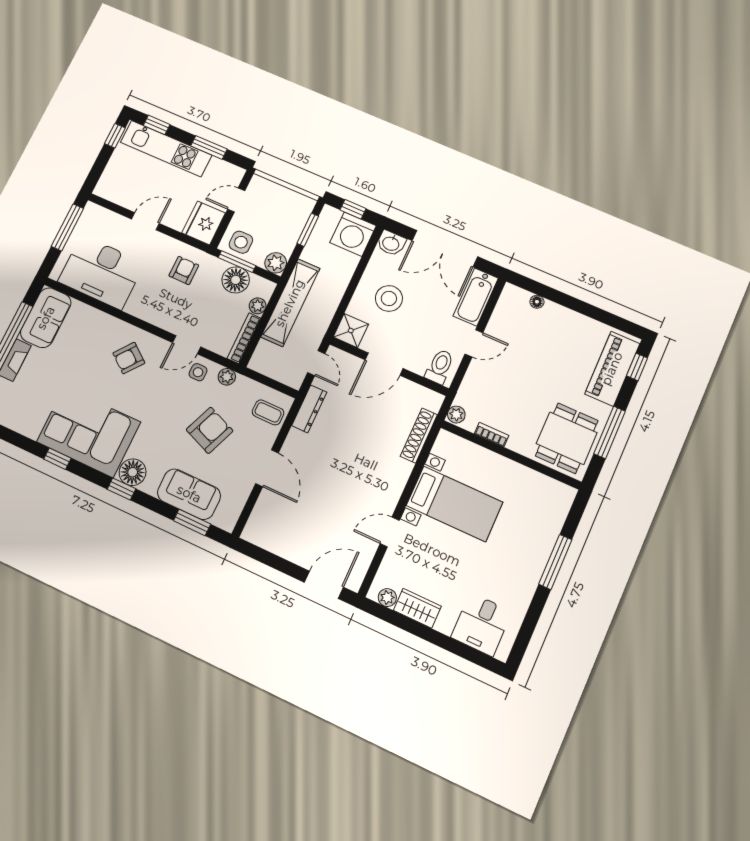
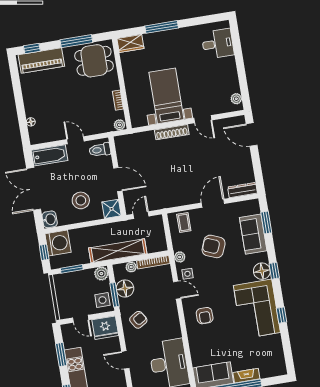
double door: (445, 249) -> (34, 189), swing flipped
armchair: (184, 270) -> (138, 320), turned 148
armchair: (129, 358) -> (205, 316), turned 52
dresser: (309, 409) -> (242, 190), moved
shoe rack: (419, 436) -> (172, 132), moved
wardrobe: (417, 608) -> (130, 43), moved, turned -90

